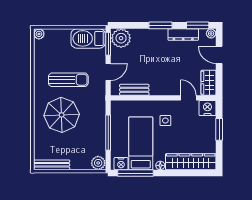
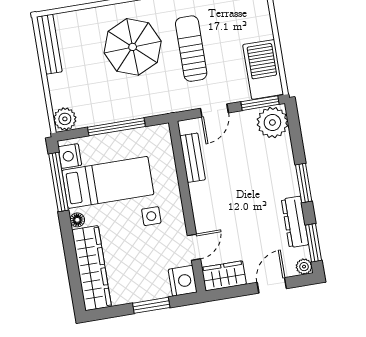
door: (108, 72) -> (214, 111), hinge flipped
sun lounger: (68, 80) -> (191, 49), turned 180

